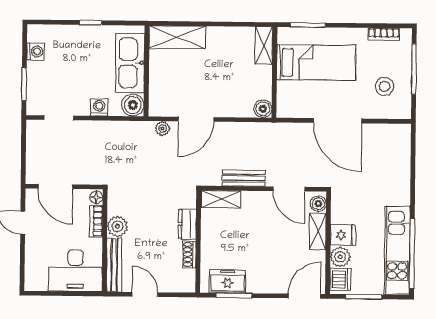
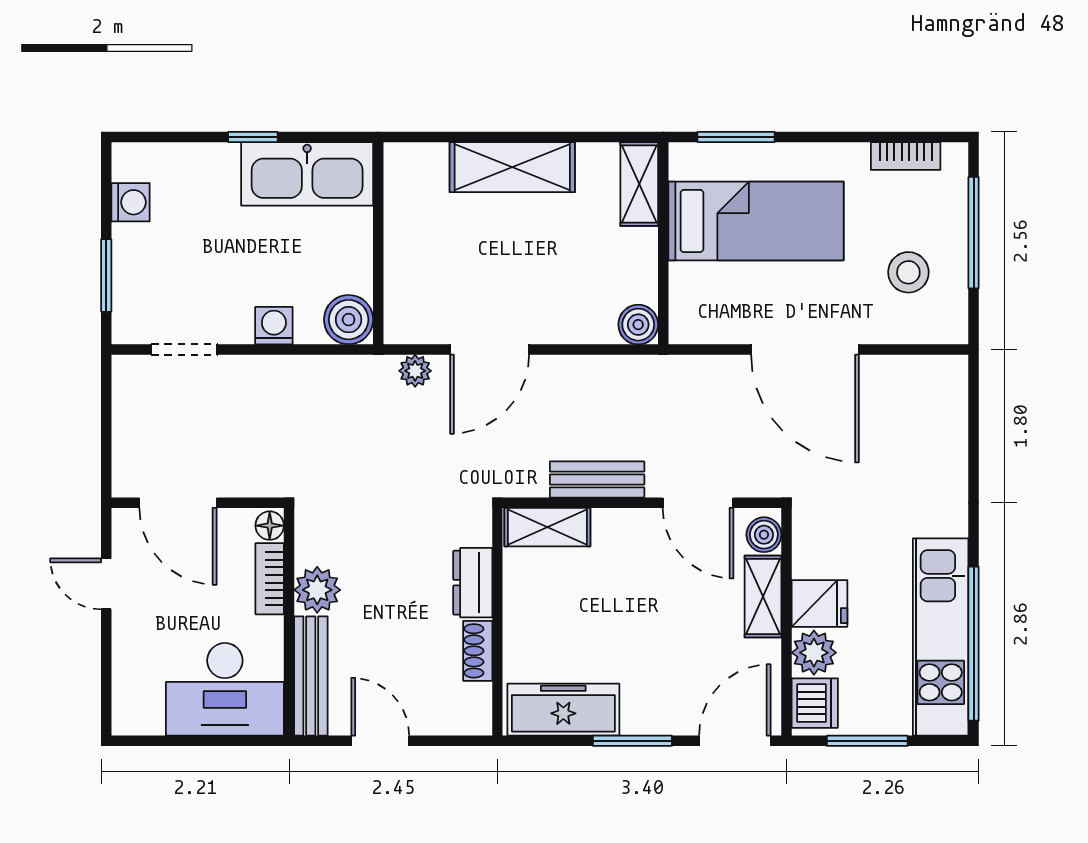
shelving: (177, 37) -> (512, 167), moved
kitchen sink: (130, 63) -> (307, 174), moved, turned -90
freezer: (227, 281) -> (563, 710), width x1.40
window: (234, 295) -> (632, 741), moved

